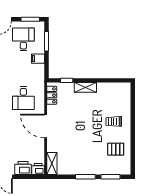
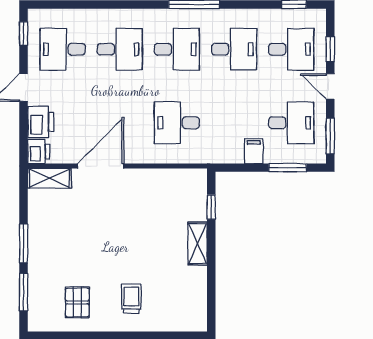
locker: (52, 95) -> (182, 178), removed
door: (46, 126) -> (101, 166), moved

